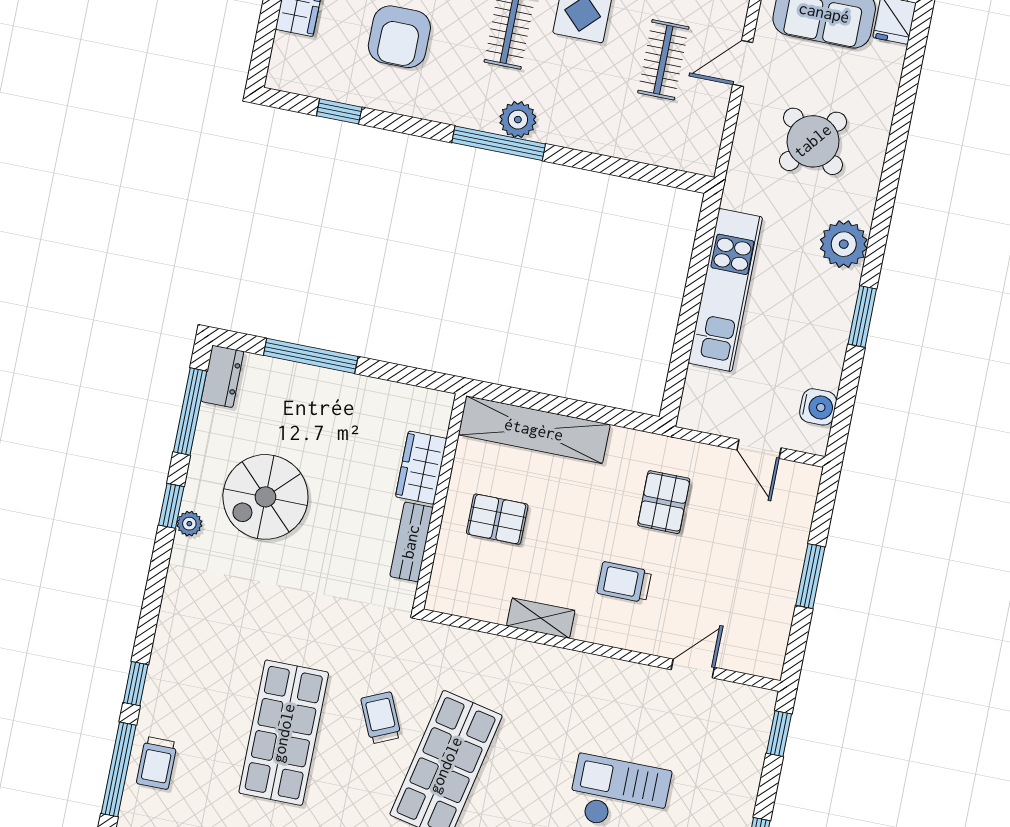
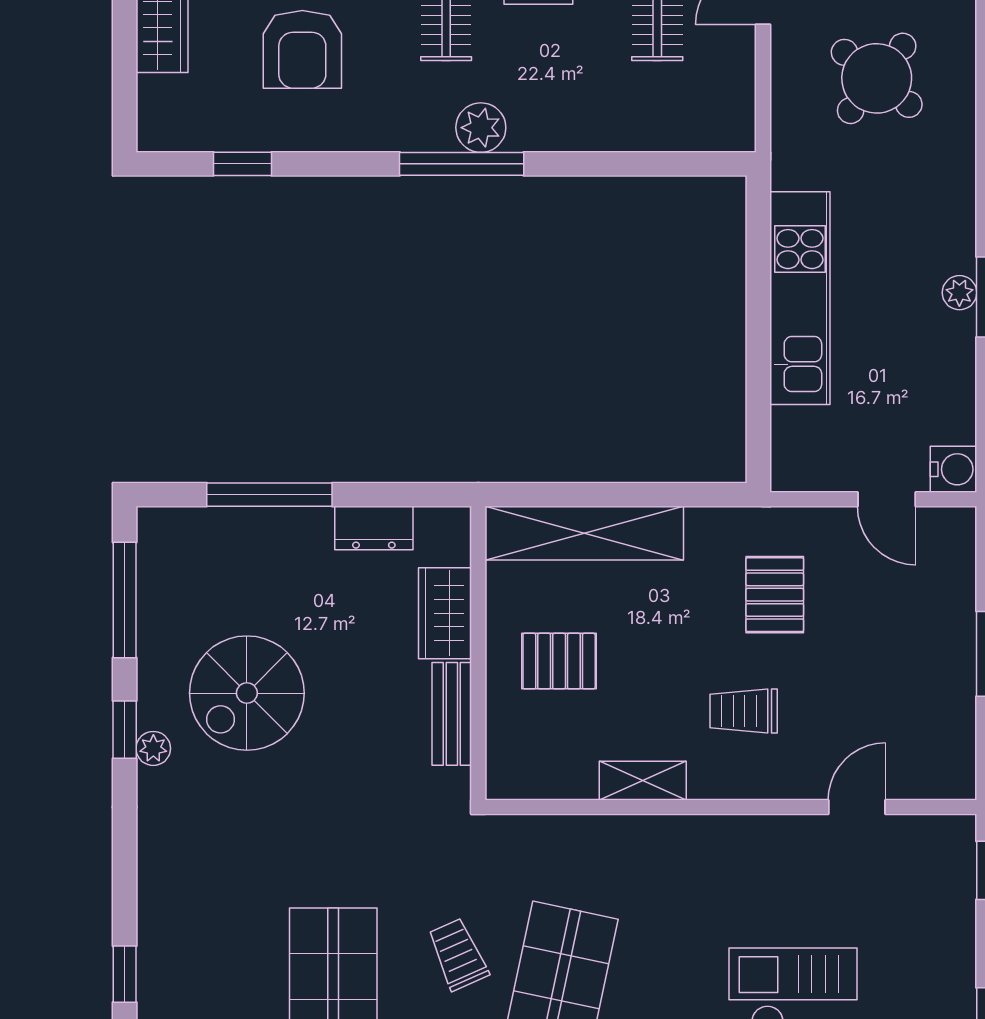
plant: (844, 244) -> (959, 293), moved, width x0.53, depth x0.53
dresser: (222, 376) -> (374, 528), moved, turned 90
water cooler: (818, 407) -> (954, 469), moved

